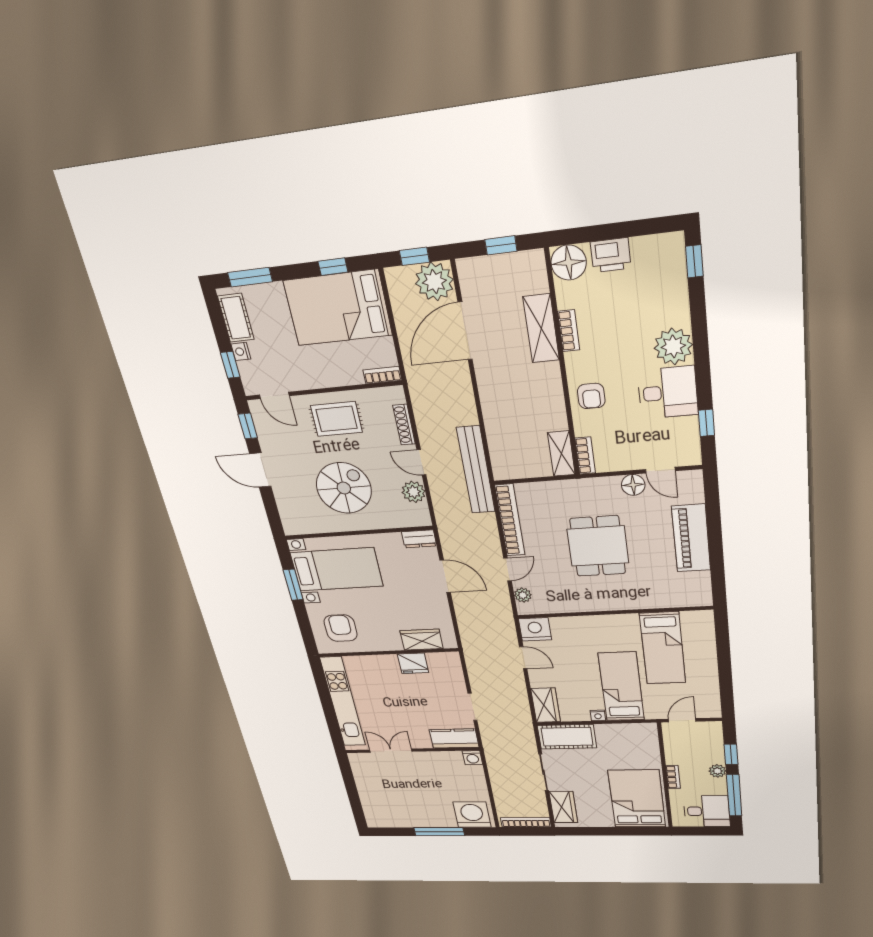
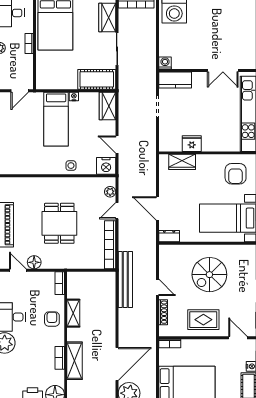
shelving: (561, 454) -> (73, 313), moved
plant: (414, 492) -> (166, 268), removed
side table: (590, 627) -> (71, 166), added
bed: (663, 648) -> (27, 148), removed

